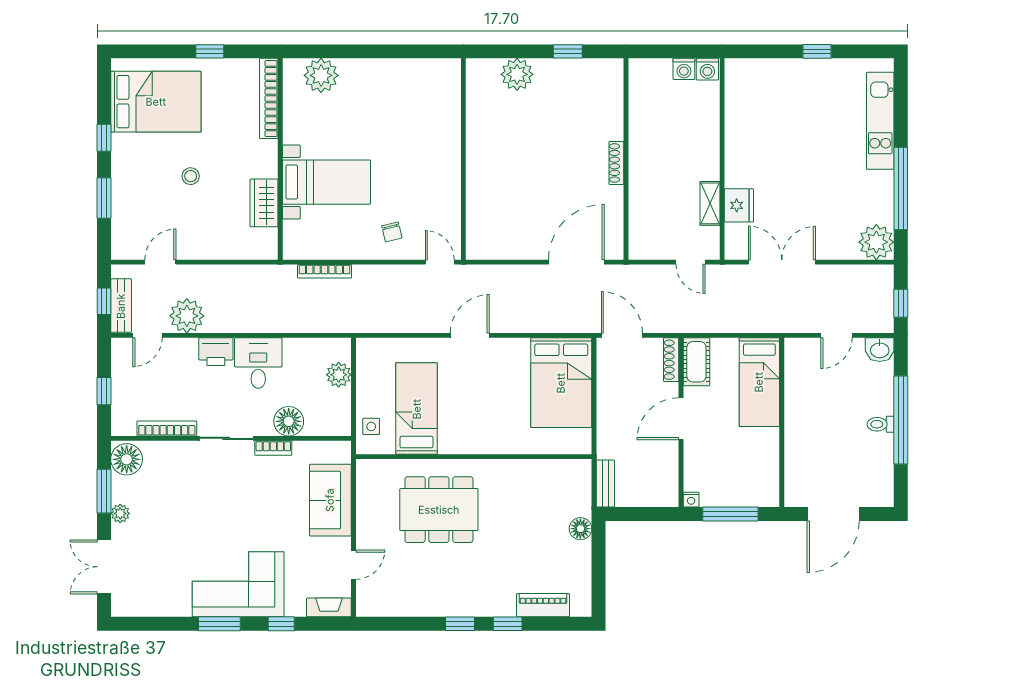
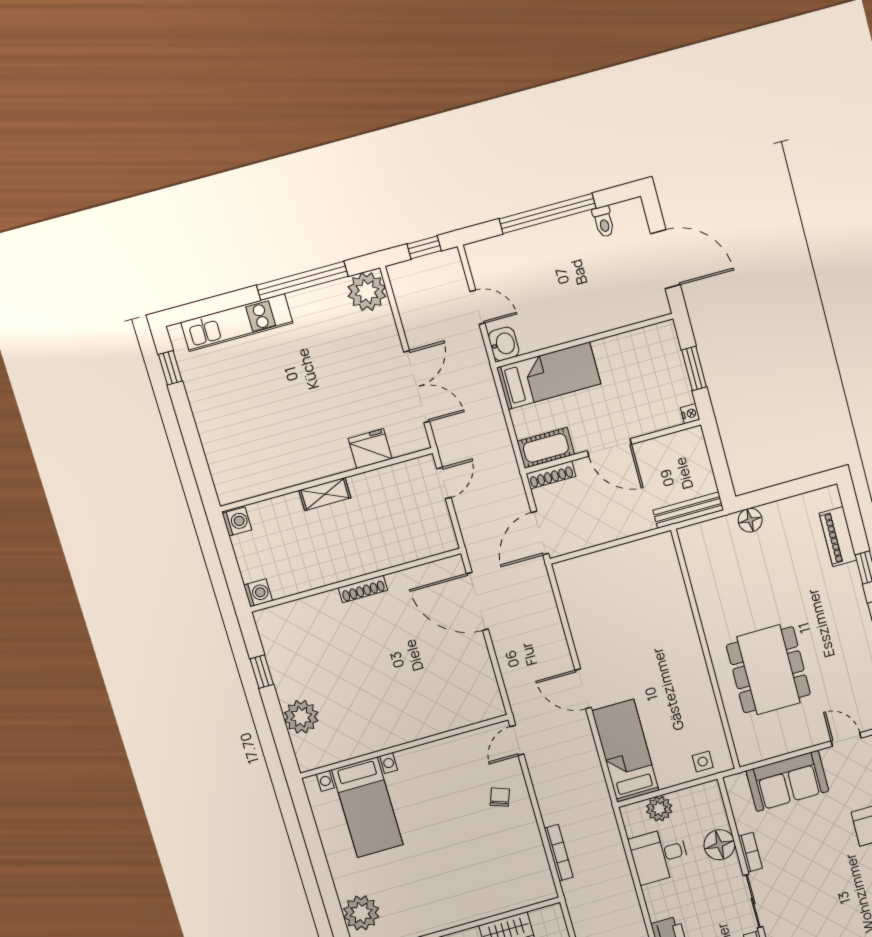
window: (817, 51) -> (170, 368), moved
washing machine: (684, 69) -> (258, 593), moved
bed with nightstands: (326, 182) -> (367, 807), moved, turned 180
shelving: (710, 203) -> (325, 494), moved
chair: (392, 232) -> (500, 797), turned -56
double door: (782, 262) -> (417, 387), swing flipped
washbasin: (880, 350) -> (504, 344), moved
desk: (258, 363) -> (659, 855), moved
bed: (561, 383) -> (606, 582), removed
bed: (417, 409) -> (625, 751), moved, turned 90
toilet: (881, 424) -> (604, 222), moved
bench: (605, 483) -> (688, 510), width x1.36
window: (730, 514) -> (694, 368), width x0.69

